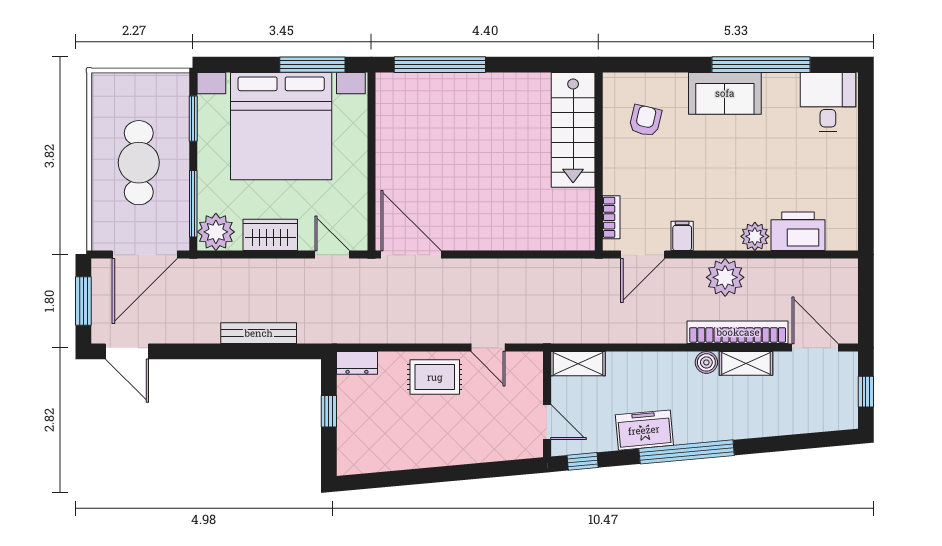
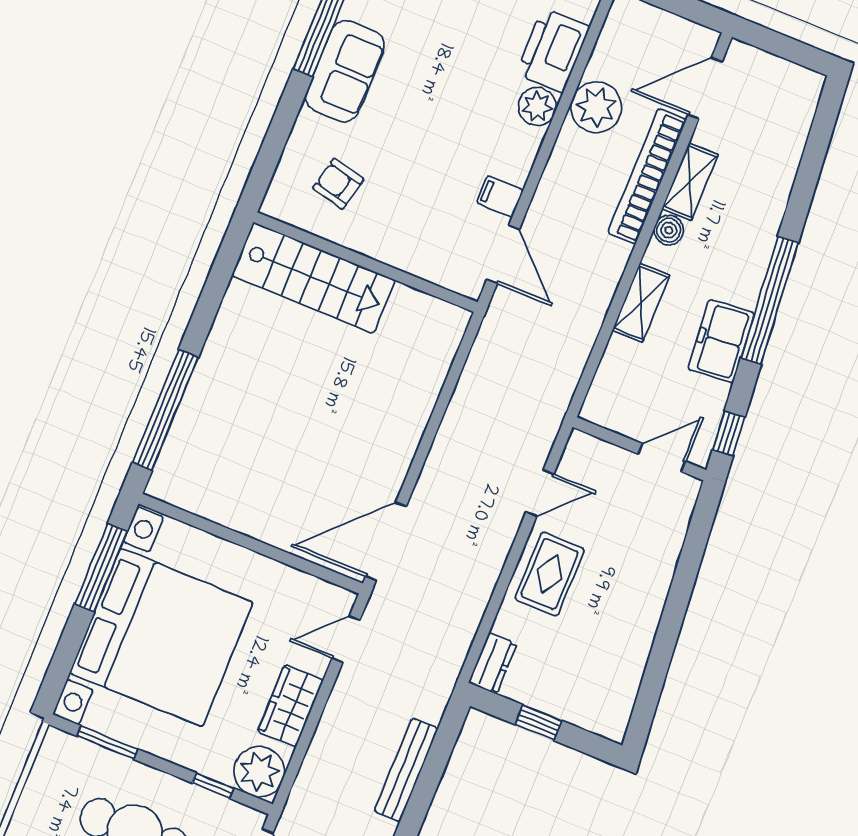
window: (193, 204) -> (213, 786), width x0.46
bookcase: (611, 217) -> (441, 275), removed
plant: (725, 277) -> (596, 107), moved
shelving: (578, 364) -> (641, 303), moved
window: (866, 392) -> (785, 47), removed

